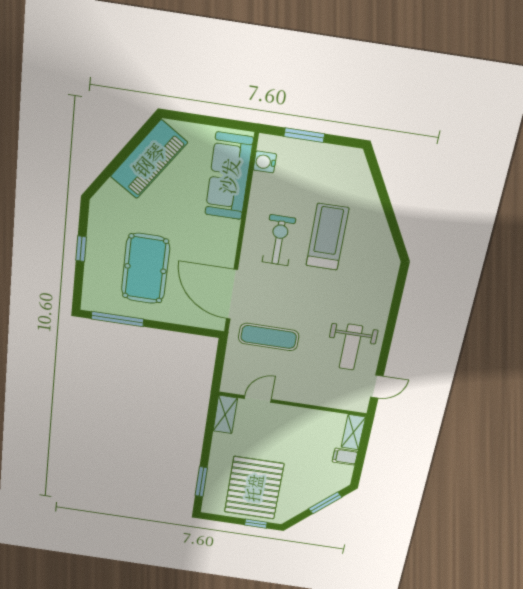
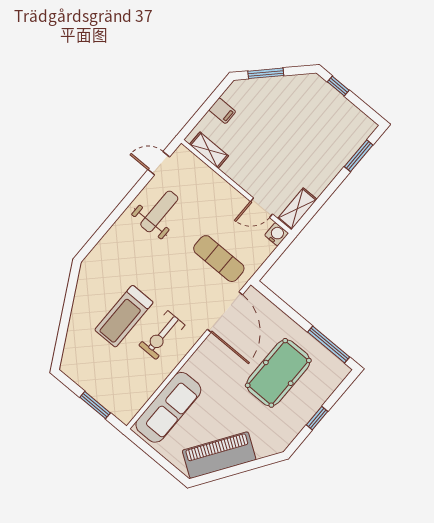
water cooler: (265, 162) -> (277, 234), moved, turned -90
shelving: (353, 432) -> (209, 150), moved, turned 90
pallet: (254, 488) -> (317, 124), removed

